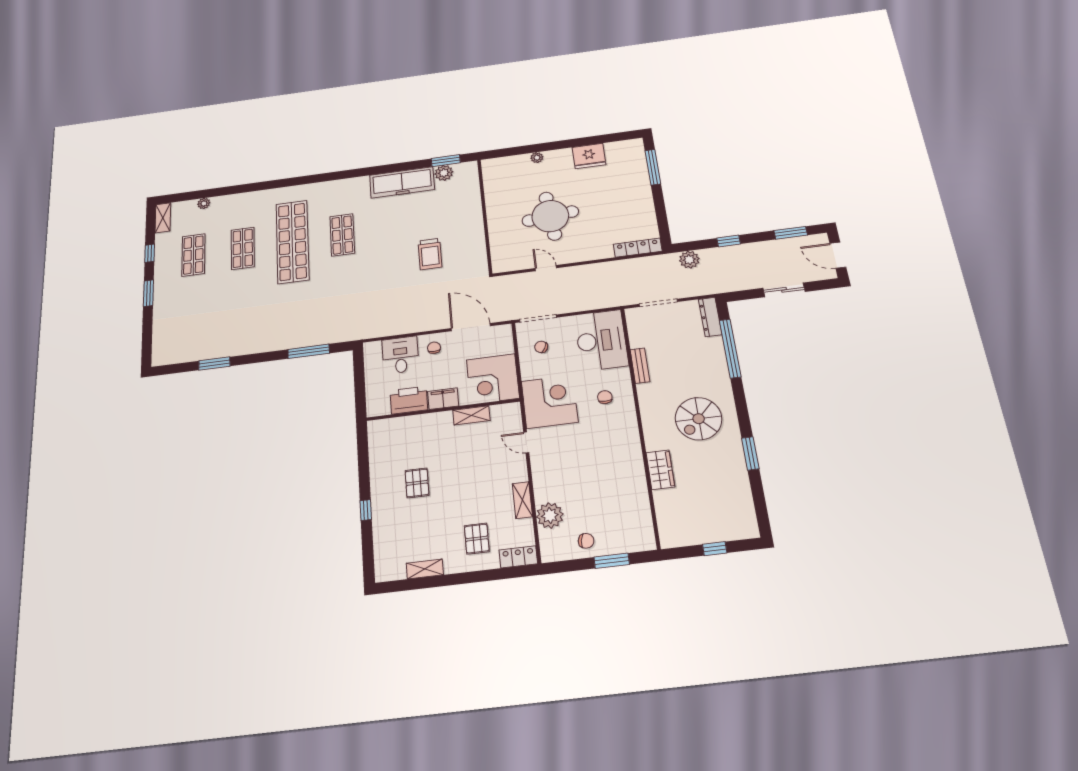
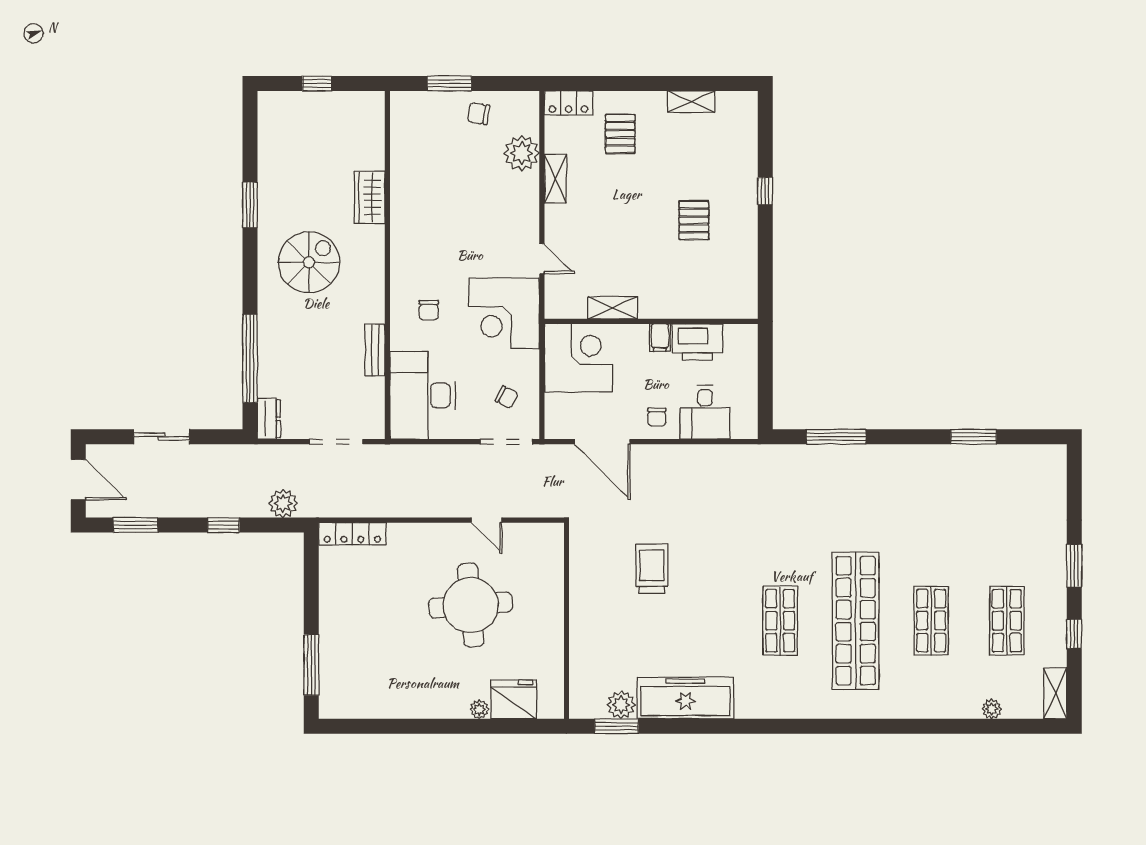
fridge: (589, 156) -> (514, 699), moved
dresser: (710, 317) -> (269, 419), width x0.70
filing cabinet: (443, 399) -> (660, 338), width x0.50

